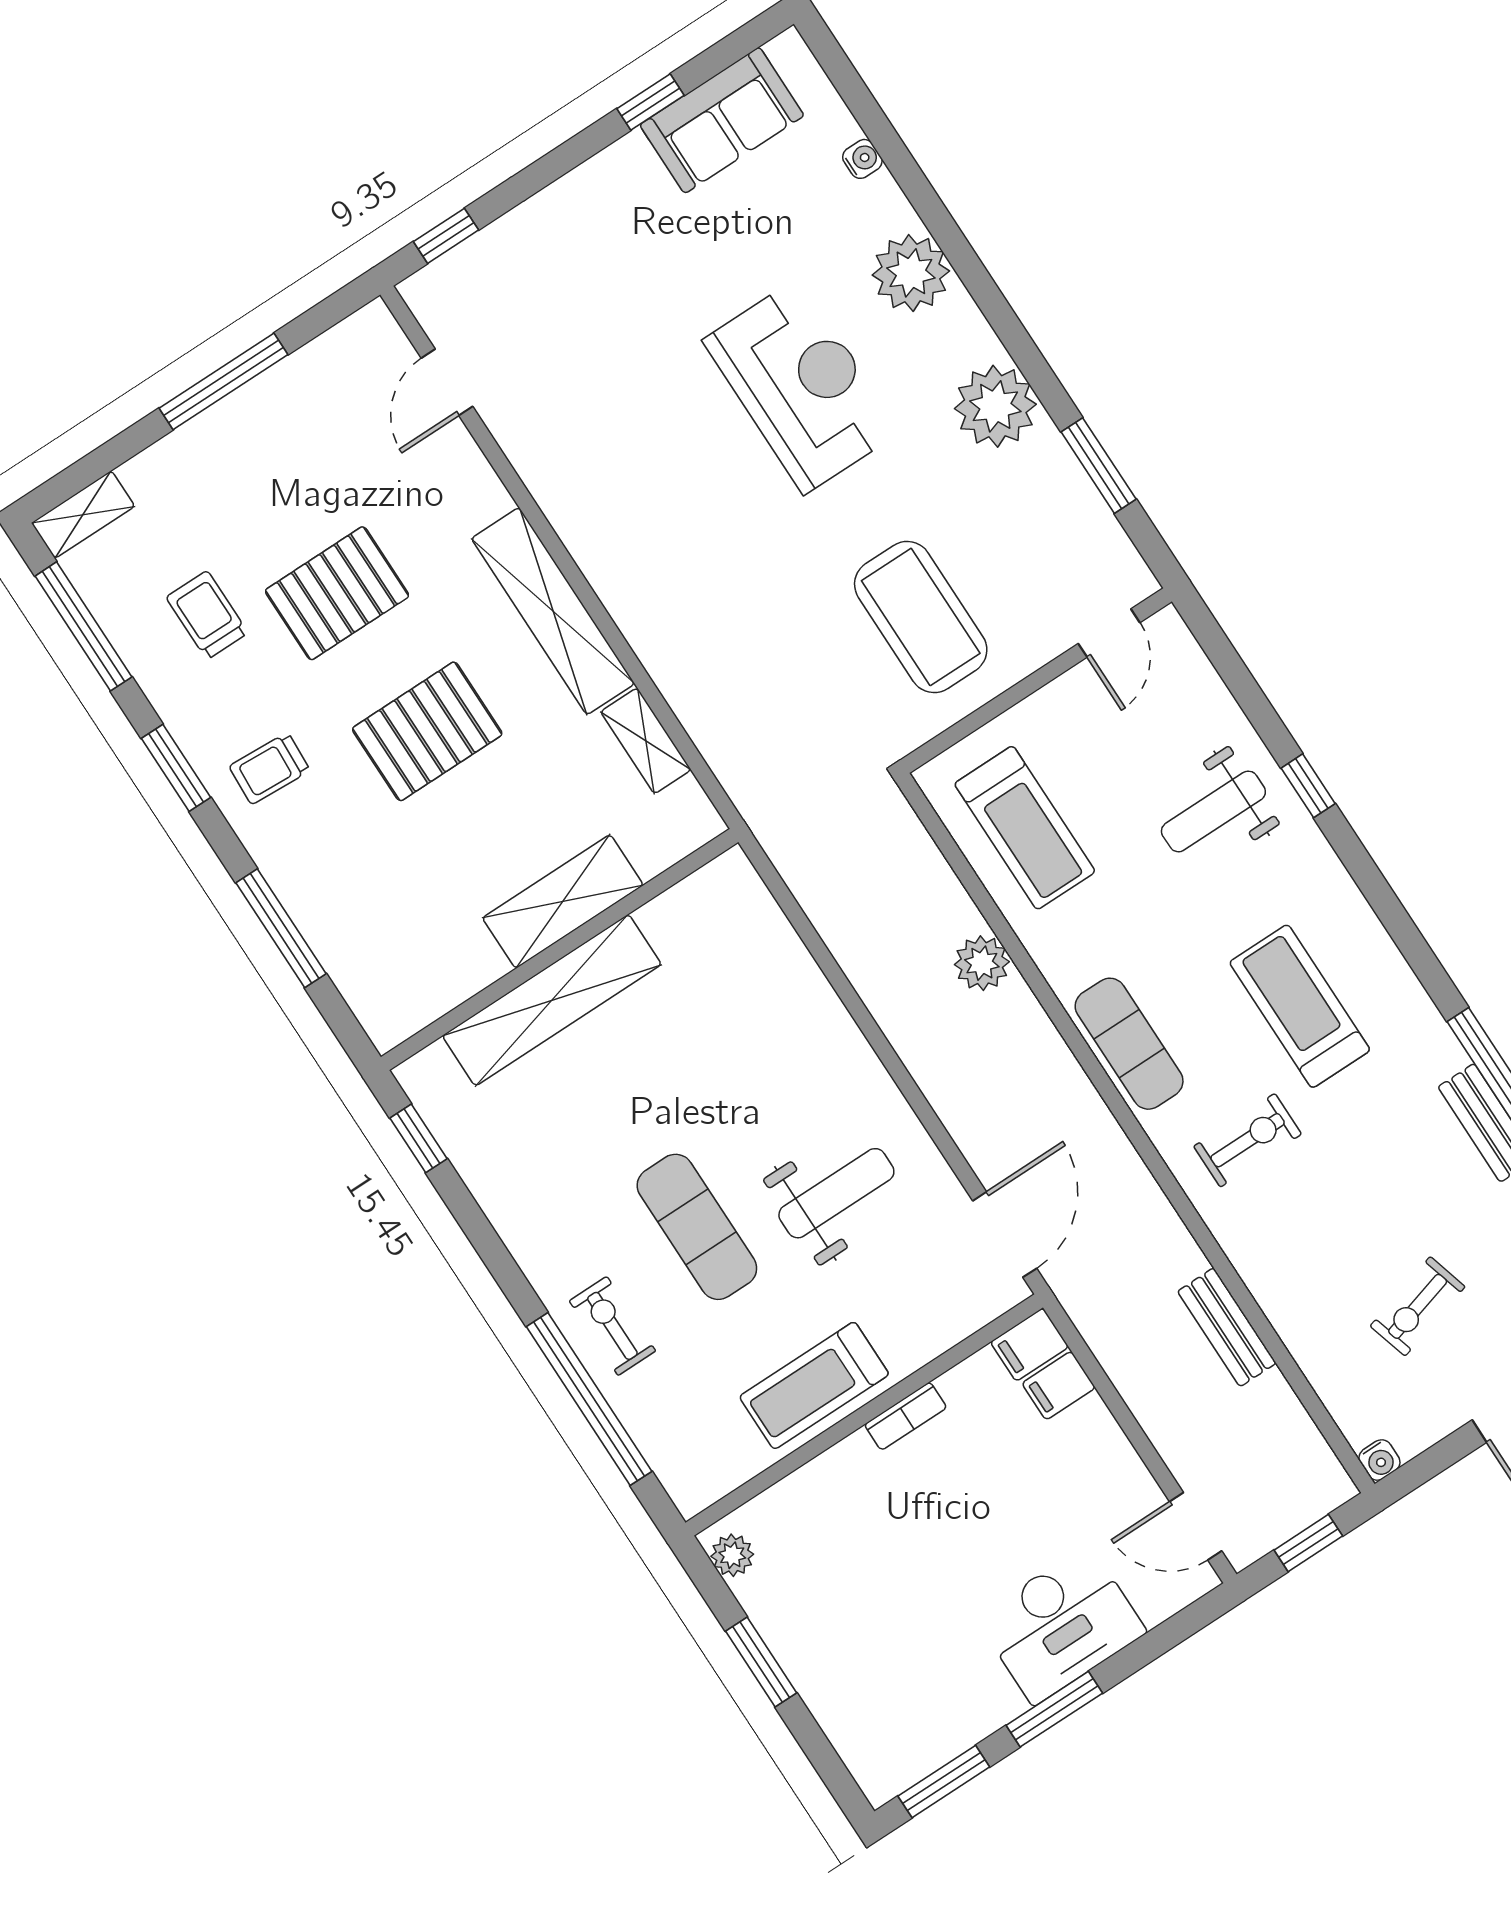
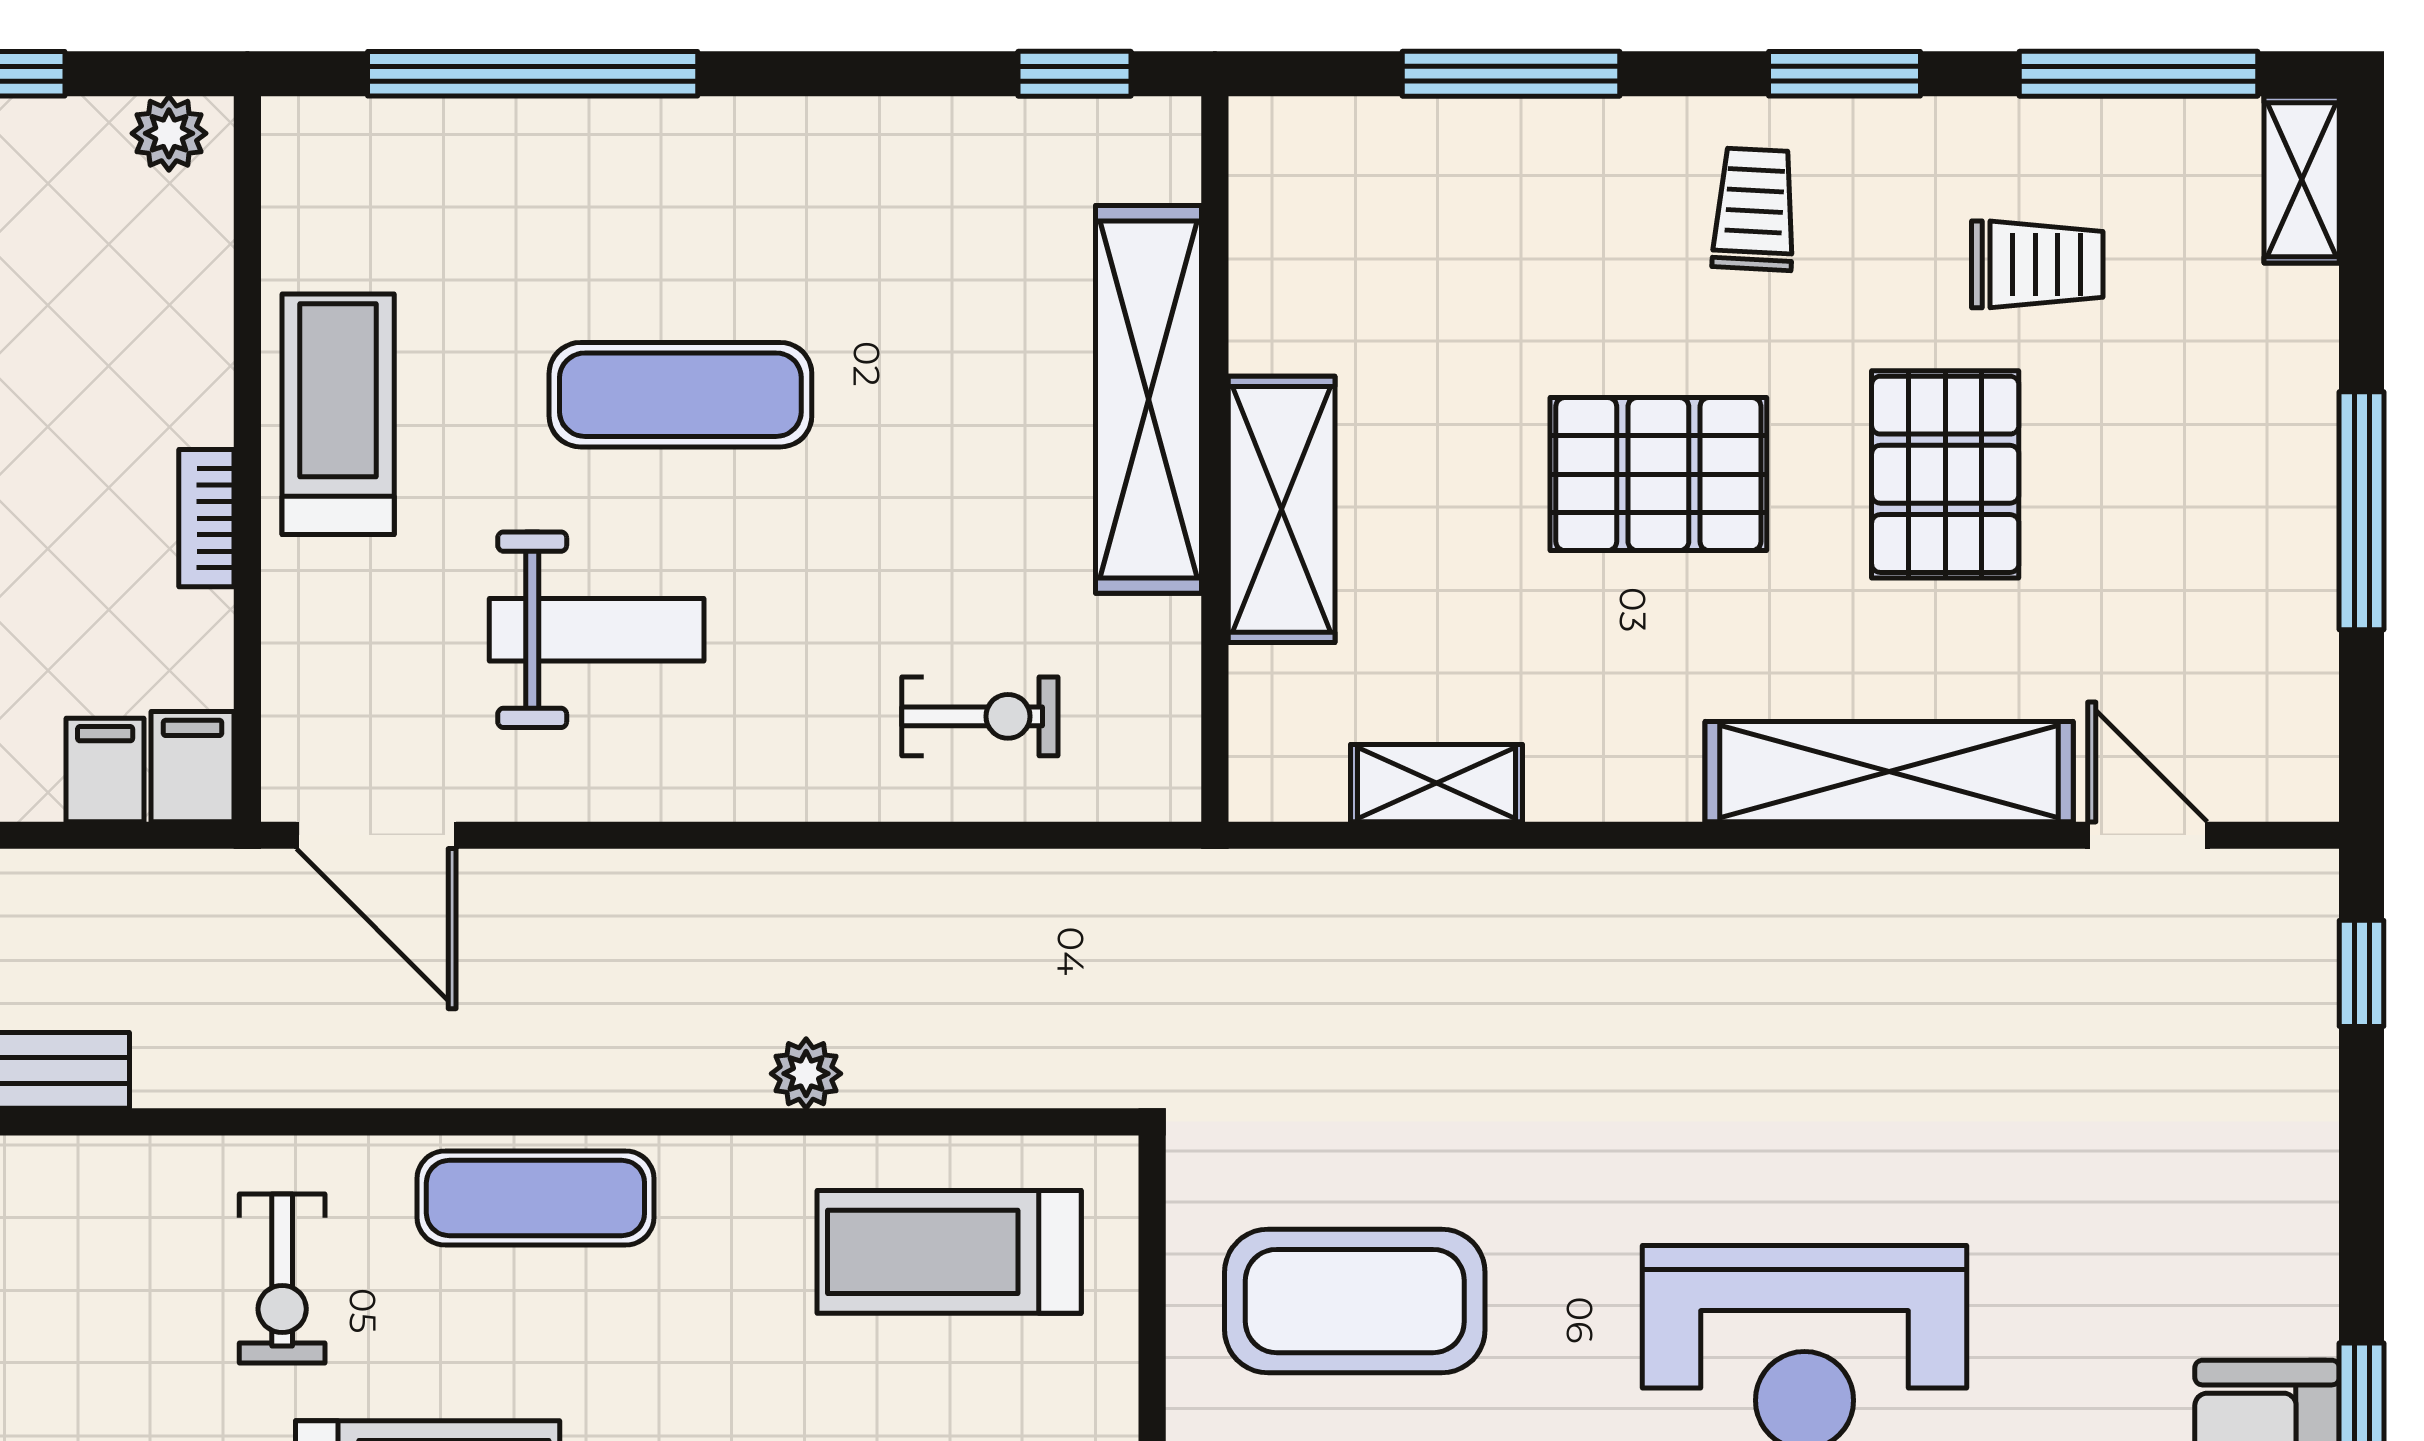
shelving: (553, 611) -> (1889, 772), moved
pallet: (427, 731) -> (1658, 474), turned 90
plant: (982, 963) -> (806, 1074), width x0.73, depth x0.73
weight bench: (836, 1193) -> (597, 630), turned -90
exercise bike: (612, 1326) -> (980, 716), moved

